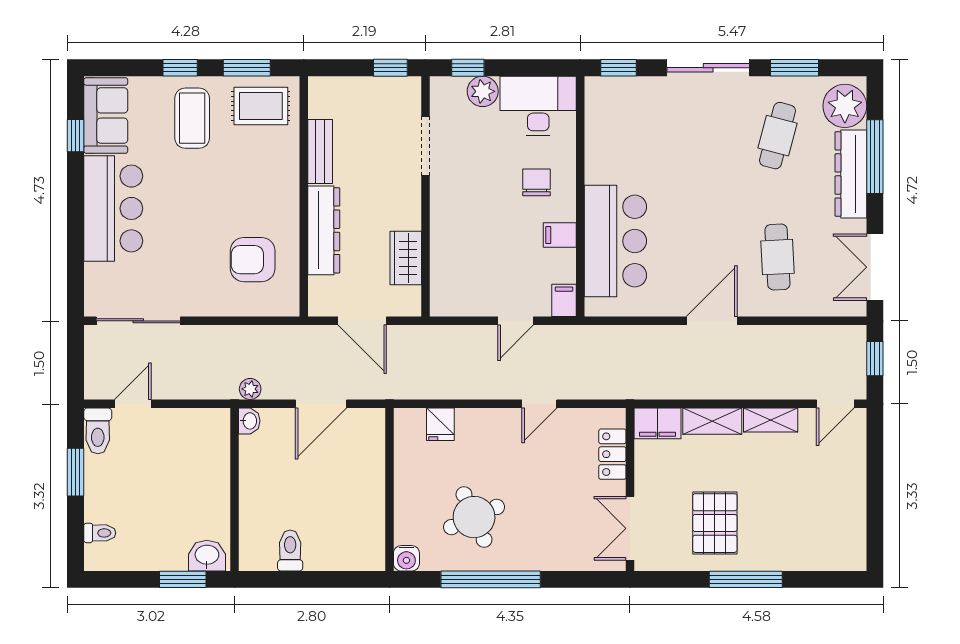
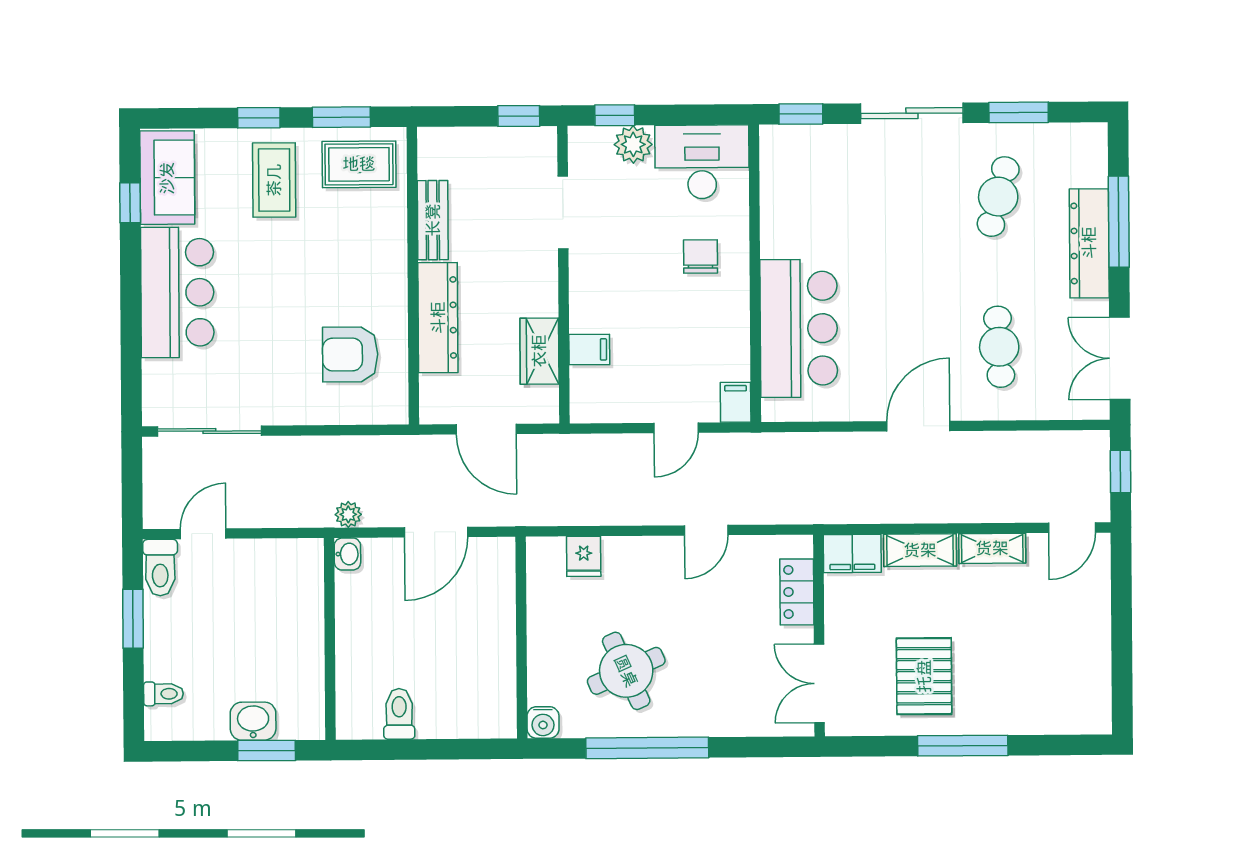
plant: (845, 106) -> (1081, 159), removed
filing cabinet: (560, 235) -> (589, 350), moved, turned 180
washbasin: (207, 556) -> (253, 721), moved

